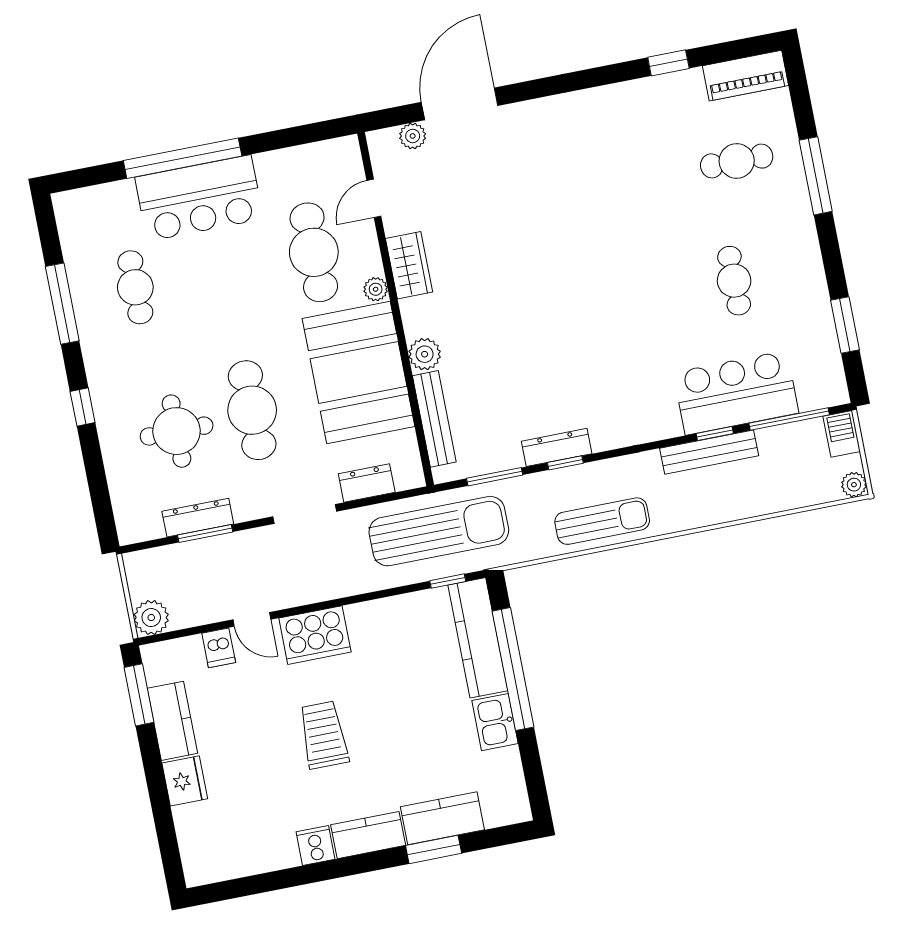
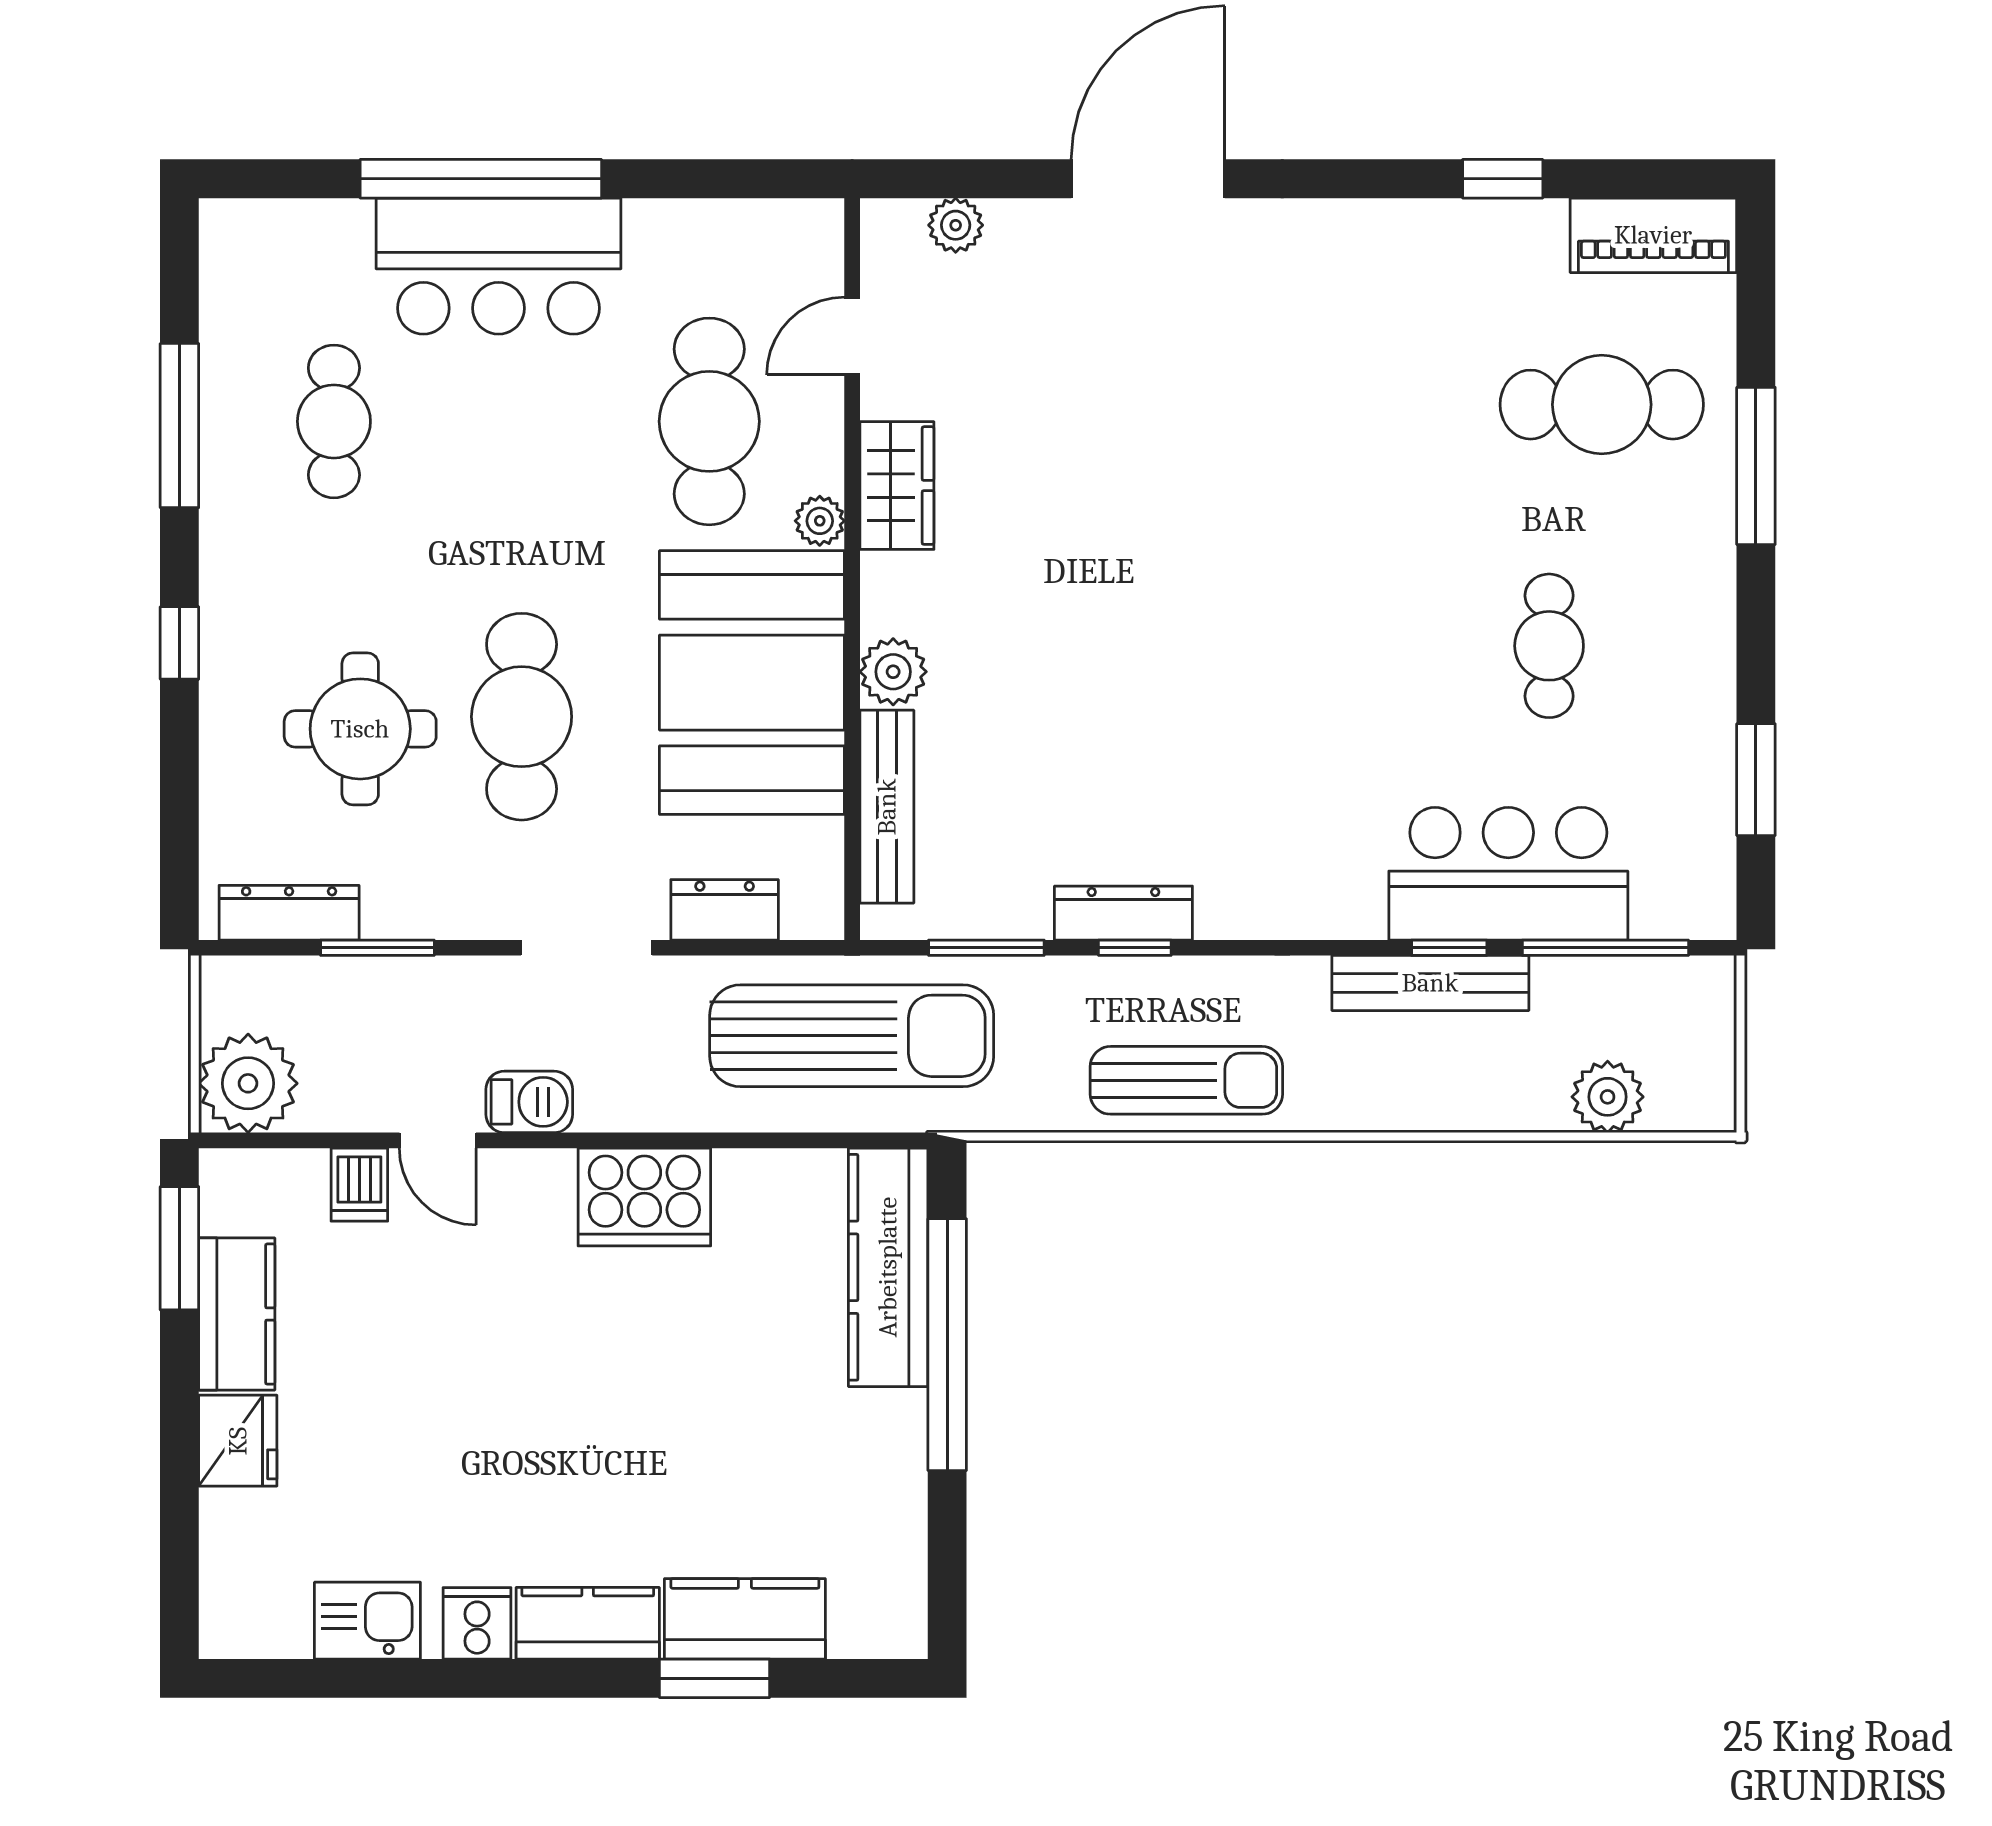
door: (460, 104) -> (1148, 179), moved
cafe table: (737, 161) -> (1602, 405), width x1.37, depth x1.35
barbecue: (842, 434) -> (529, 1102), moved, turned 90
plant: (854, 485) -> (1608, 1097), moved, width x1.38, depth x1.38
dresser: (198, 518) -> (289, 913), moved
window: (448, 581) -> (850, 1140), removed
plant: (151, 618) -> (248, 1083), width x1.36, depth x1.36
cooker: (315, 635) -> (644, 1197), moved
kitchen sink: (495, 722) -> (367, 1621), moved, turned 90
trolley: (324, 735) -> (537, 1403), removed

